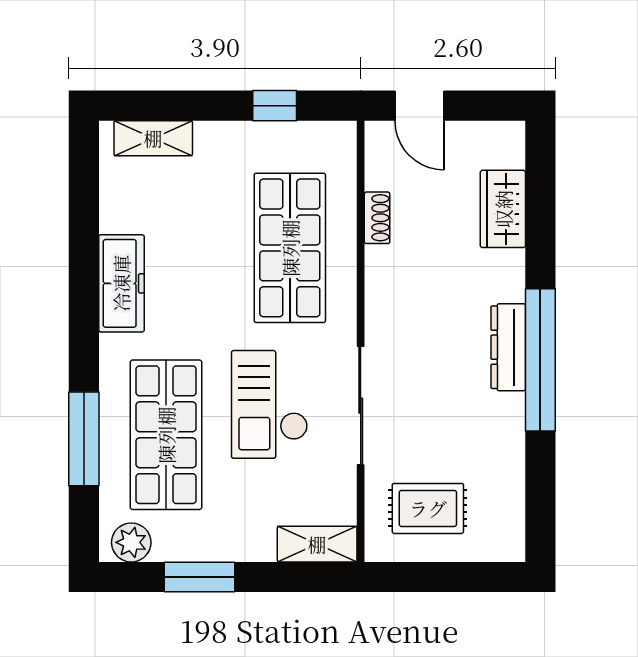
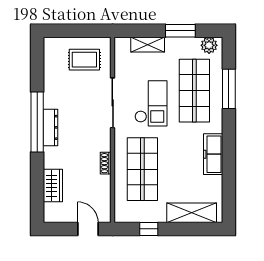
shelving: (153, 138) -> (192, 213), width x1.50, depth x1.33
shoe rack: (377, 218) -> (106, 163), moved
shelving: (317, 544) -> (148, 45), moved

